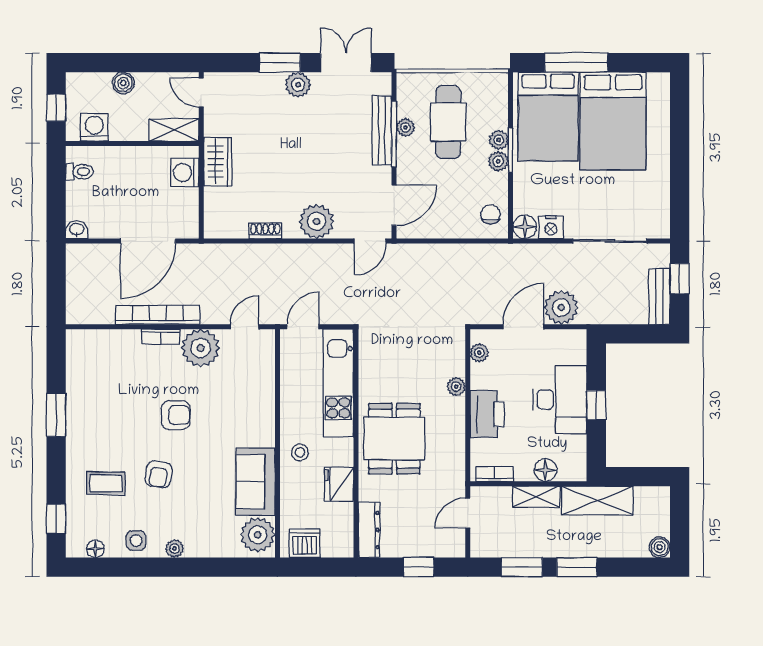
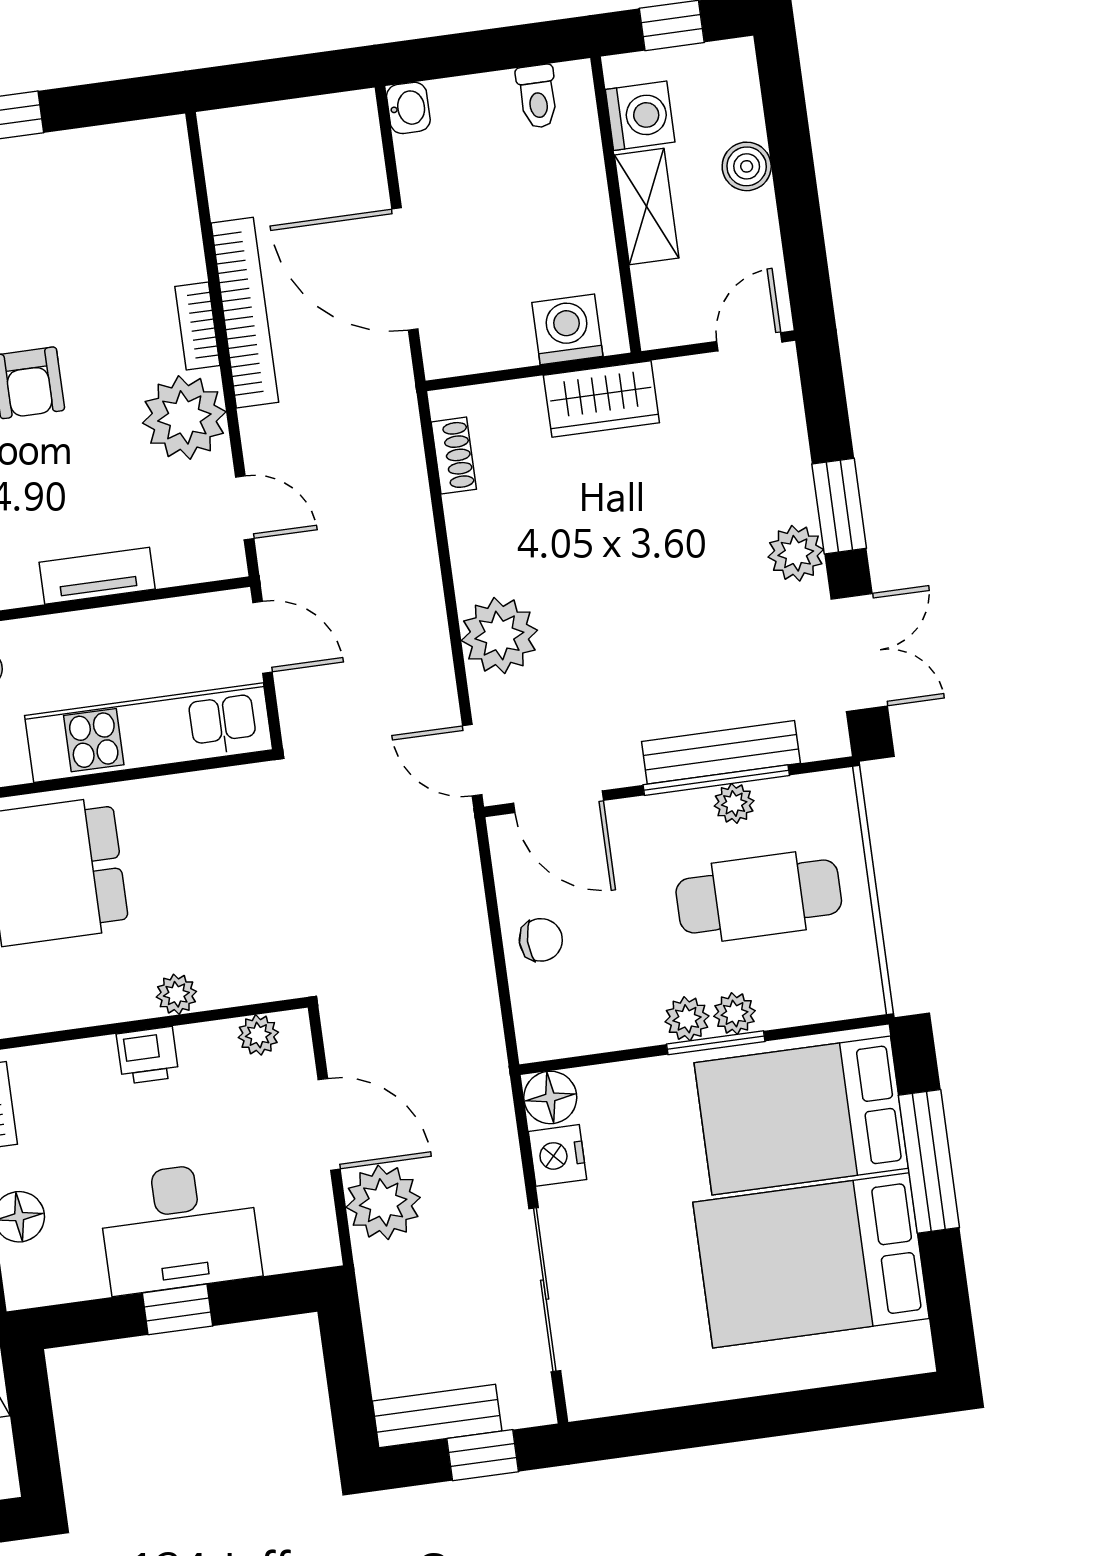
shelving: (174, 130) -> (647, 206), moved
chair: (490, 215) -> (541, 940), moved
shoe rack: (265, 231) -> (454, 456), moved
tv unit: (265, 396) -> (97, 576), added
printer: (487, 414) -> (148, 1055), width x0.53, depth x0.68

